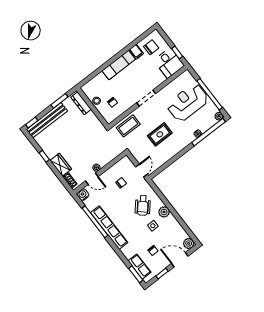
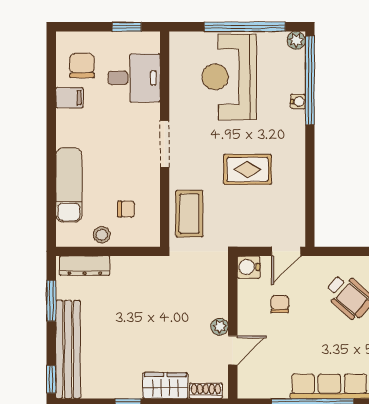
desk: (169, 63) -> (134, 78), moved
exam couch: (119, 65) -> (69, 185), moved
rug: (160, 134) -> (247, 169), turned 90
door: (141, 171) -> (286, 251), swing flipped
water cooler: (83, 195) -> (249, 267), moved

